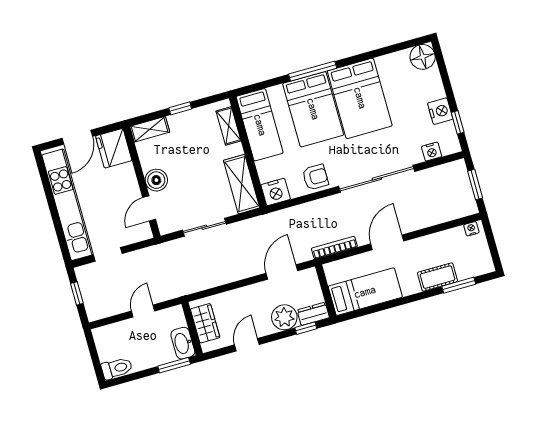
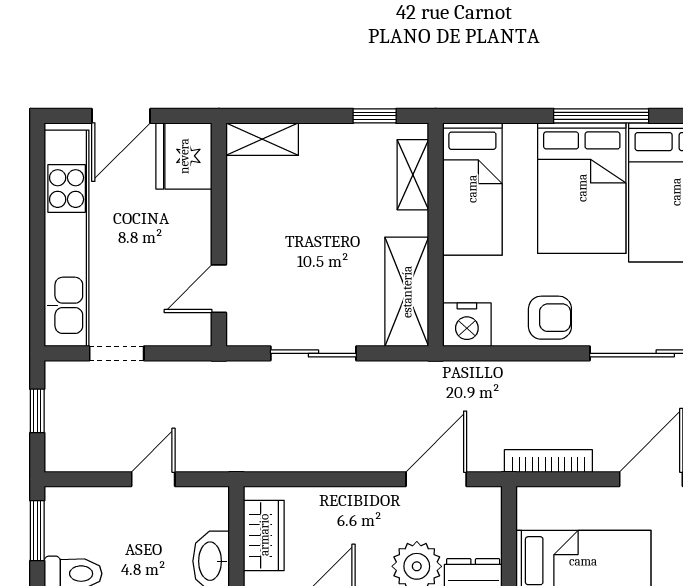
window: (180, 108) -> (375, 116), moved
boiler: (156, 180) -> (248, 239), removed
window: (93, 352) -> (37, 531), added

